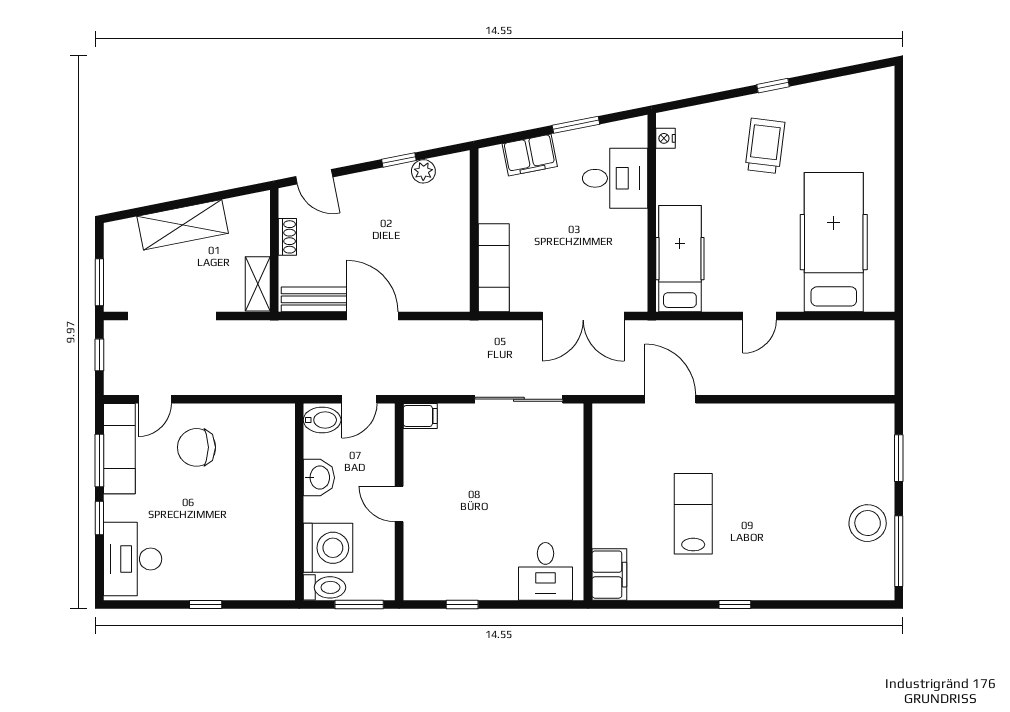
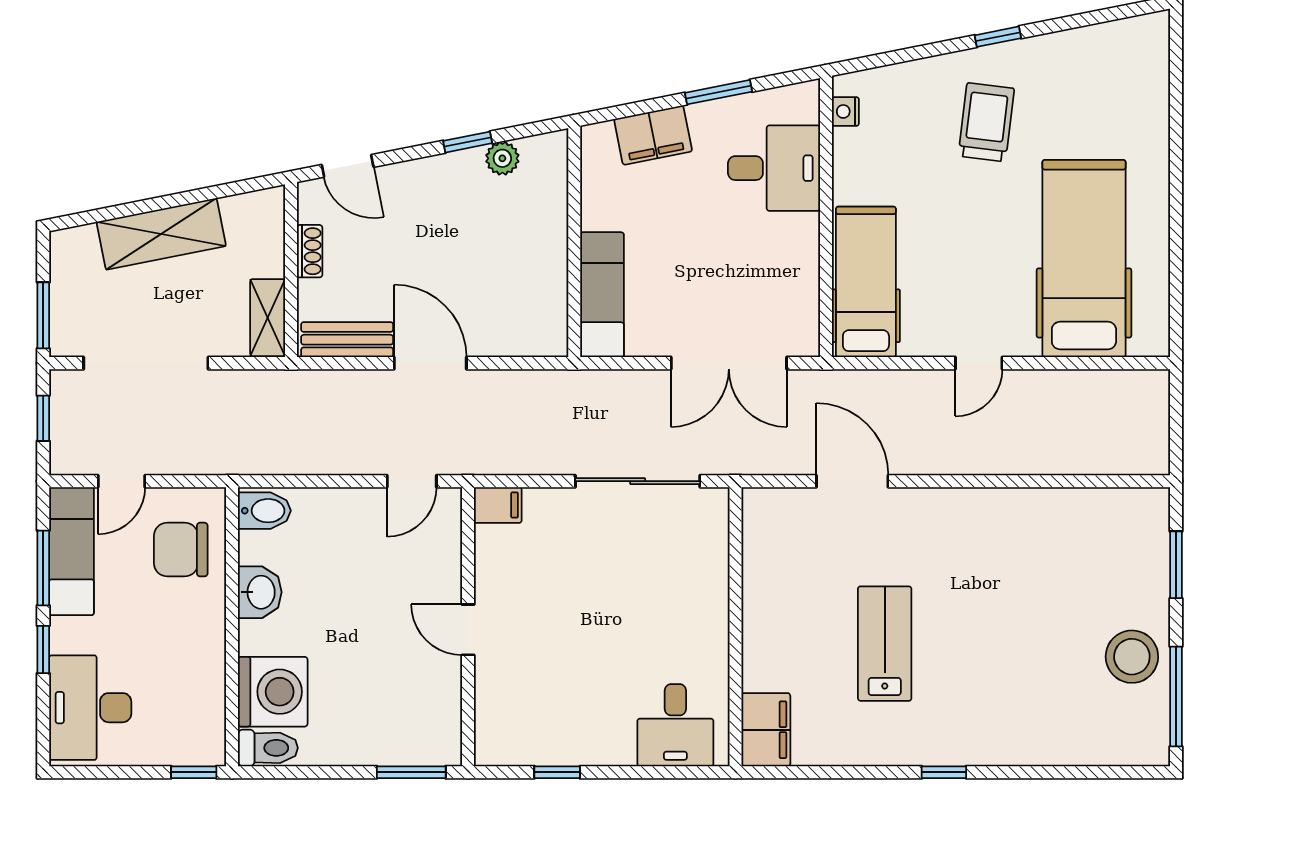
bidet: (322, 420) -> (264, 511), moved
washbasin: (319, 478) -> (260, 592), moved
wall: (299, 502) -> (232, 627), moved
washing machine: (328, 548) -> (273, 692), moved
toilet: (325, 587) -> (268, 748), moved

